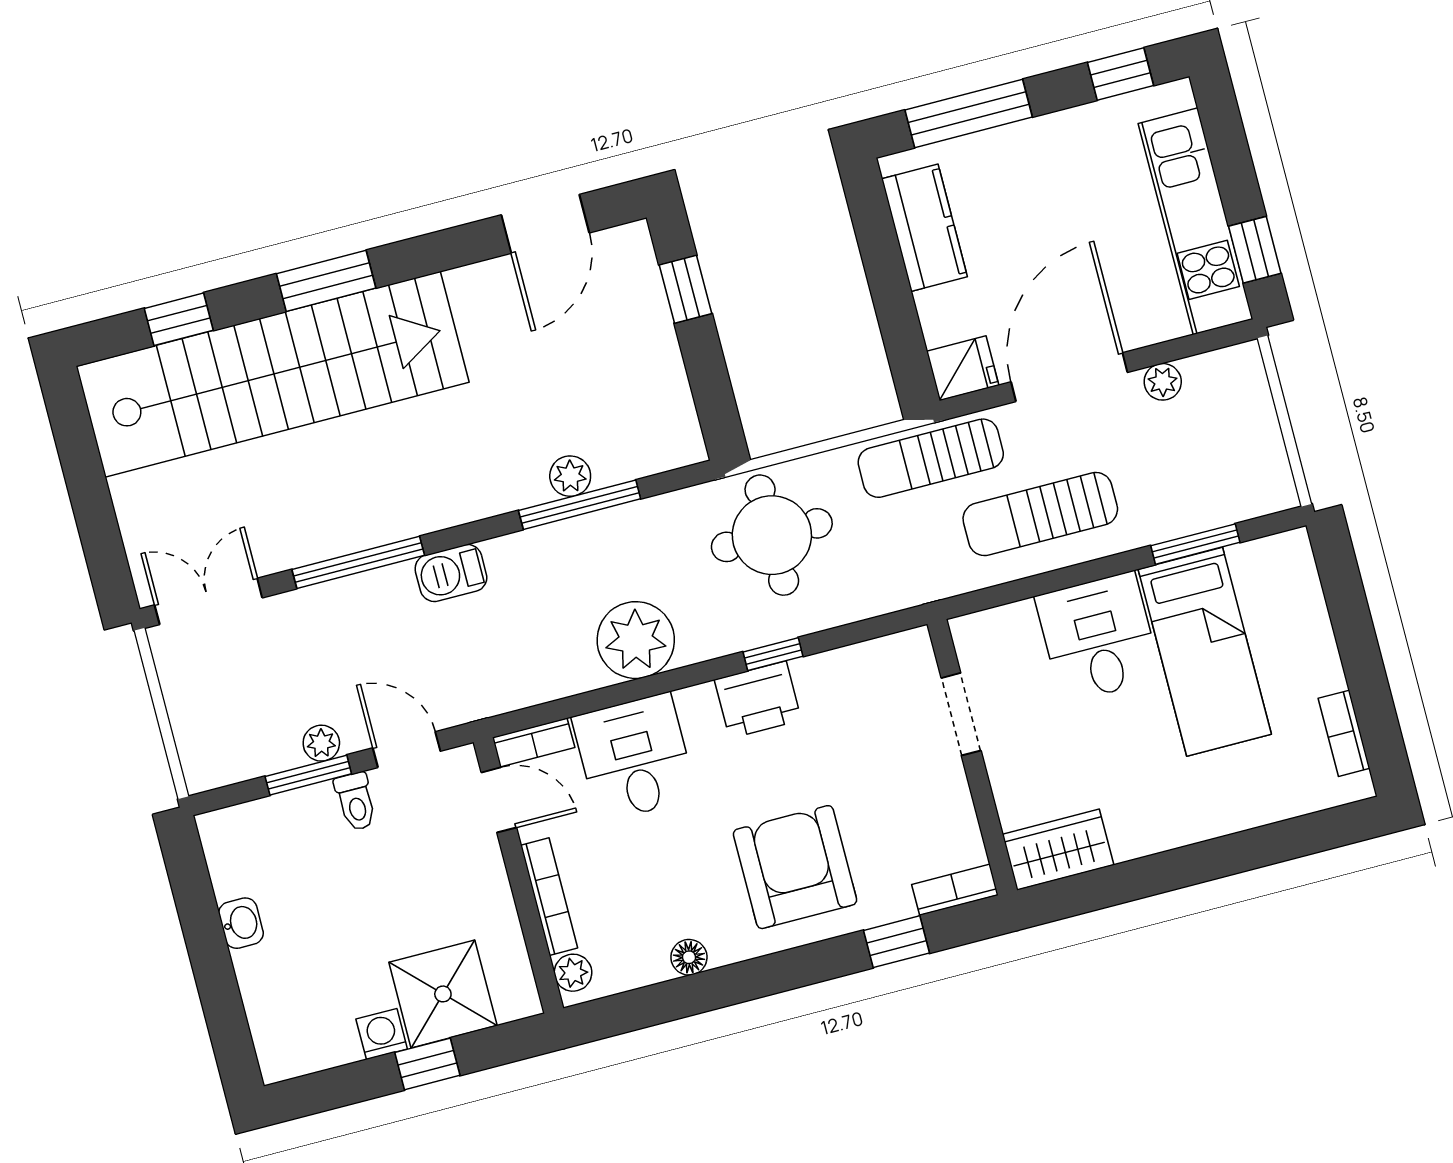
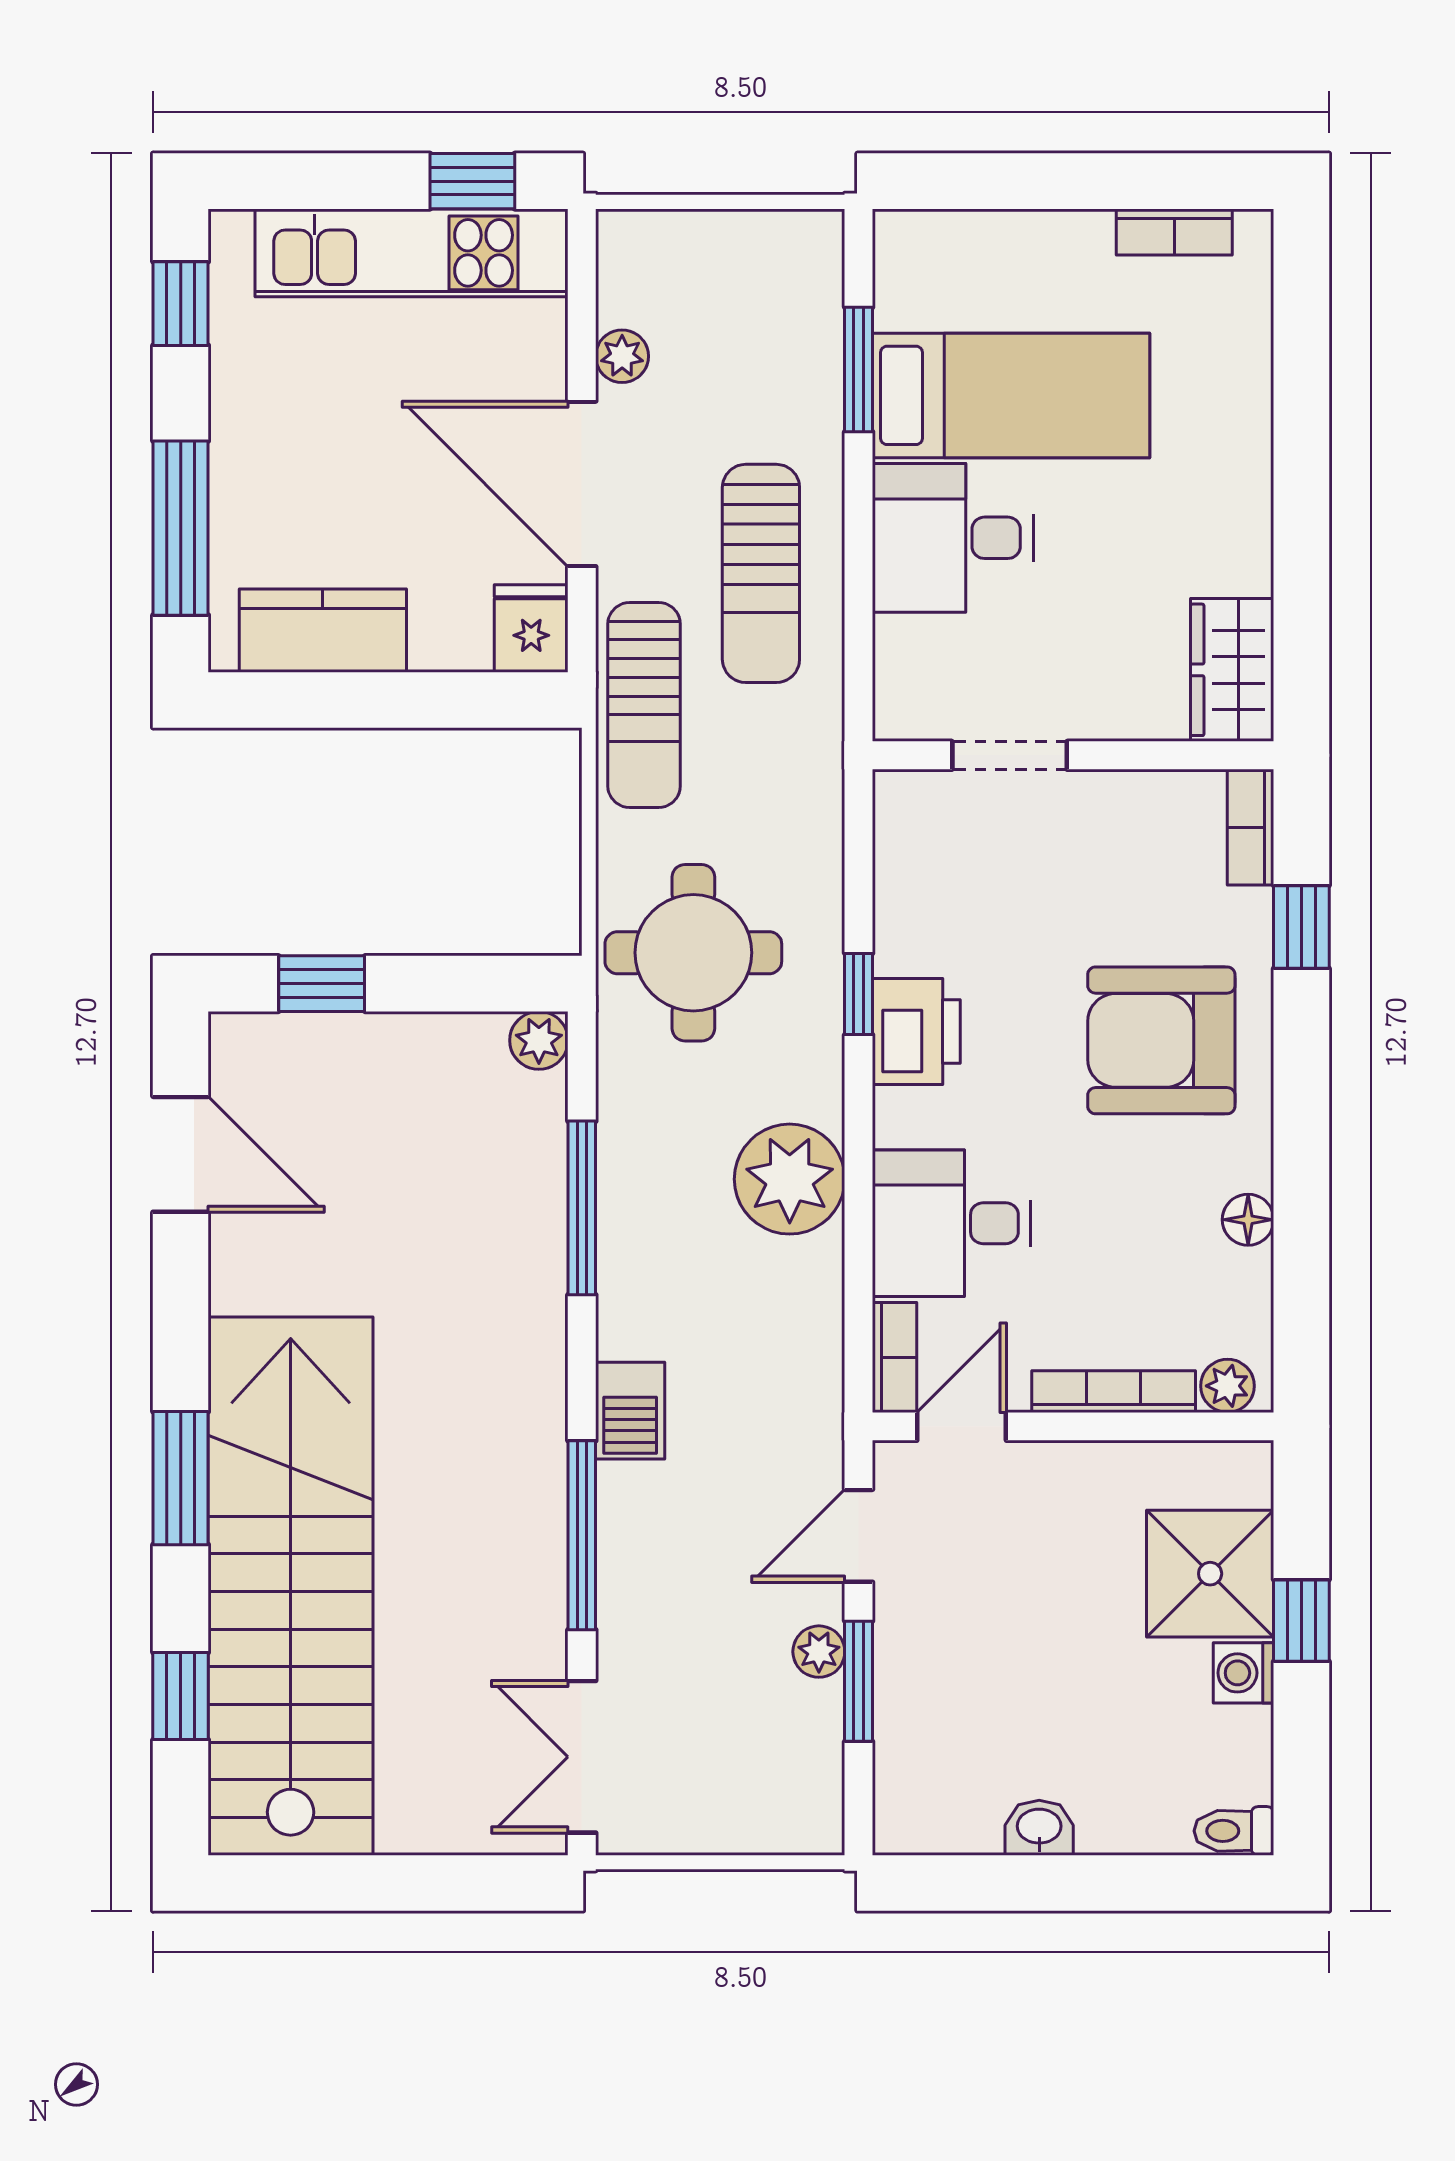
plant: (570, 476) -> (539, 1040), moved
toilet: (356, 802) -> (1234, 1831), moved, turned 180

